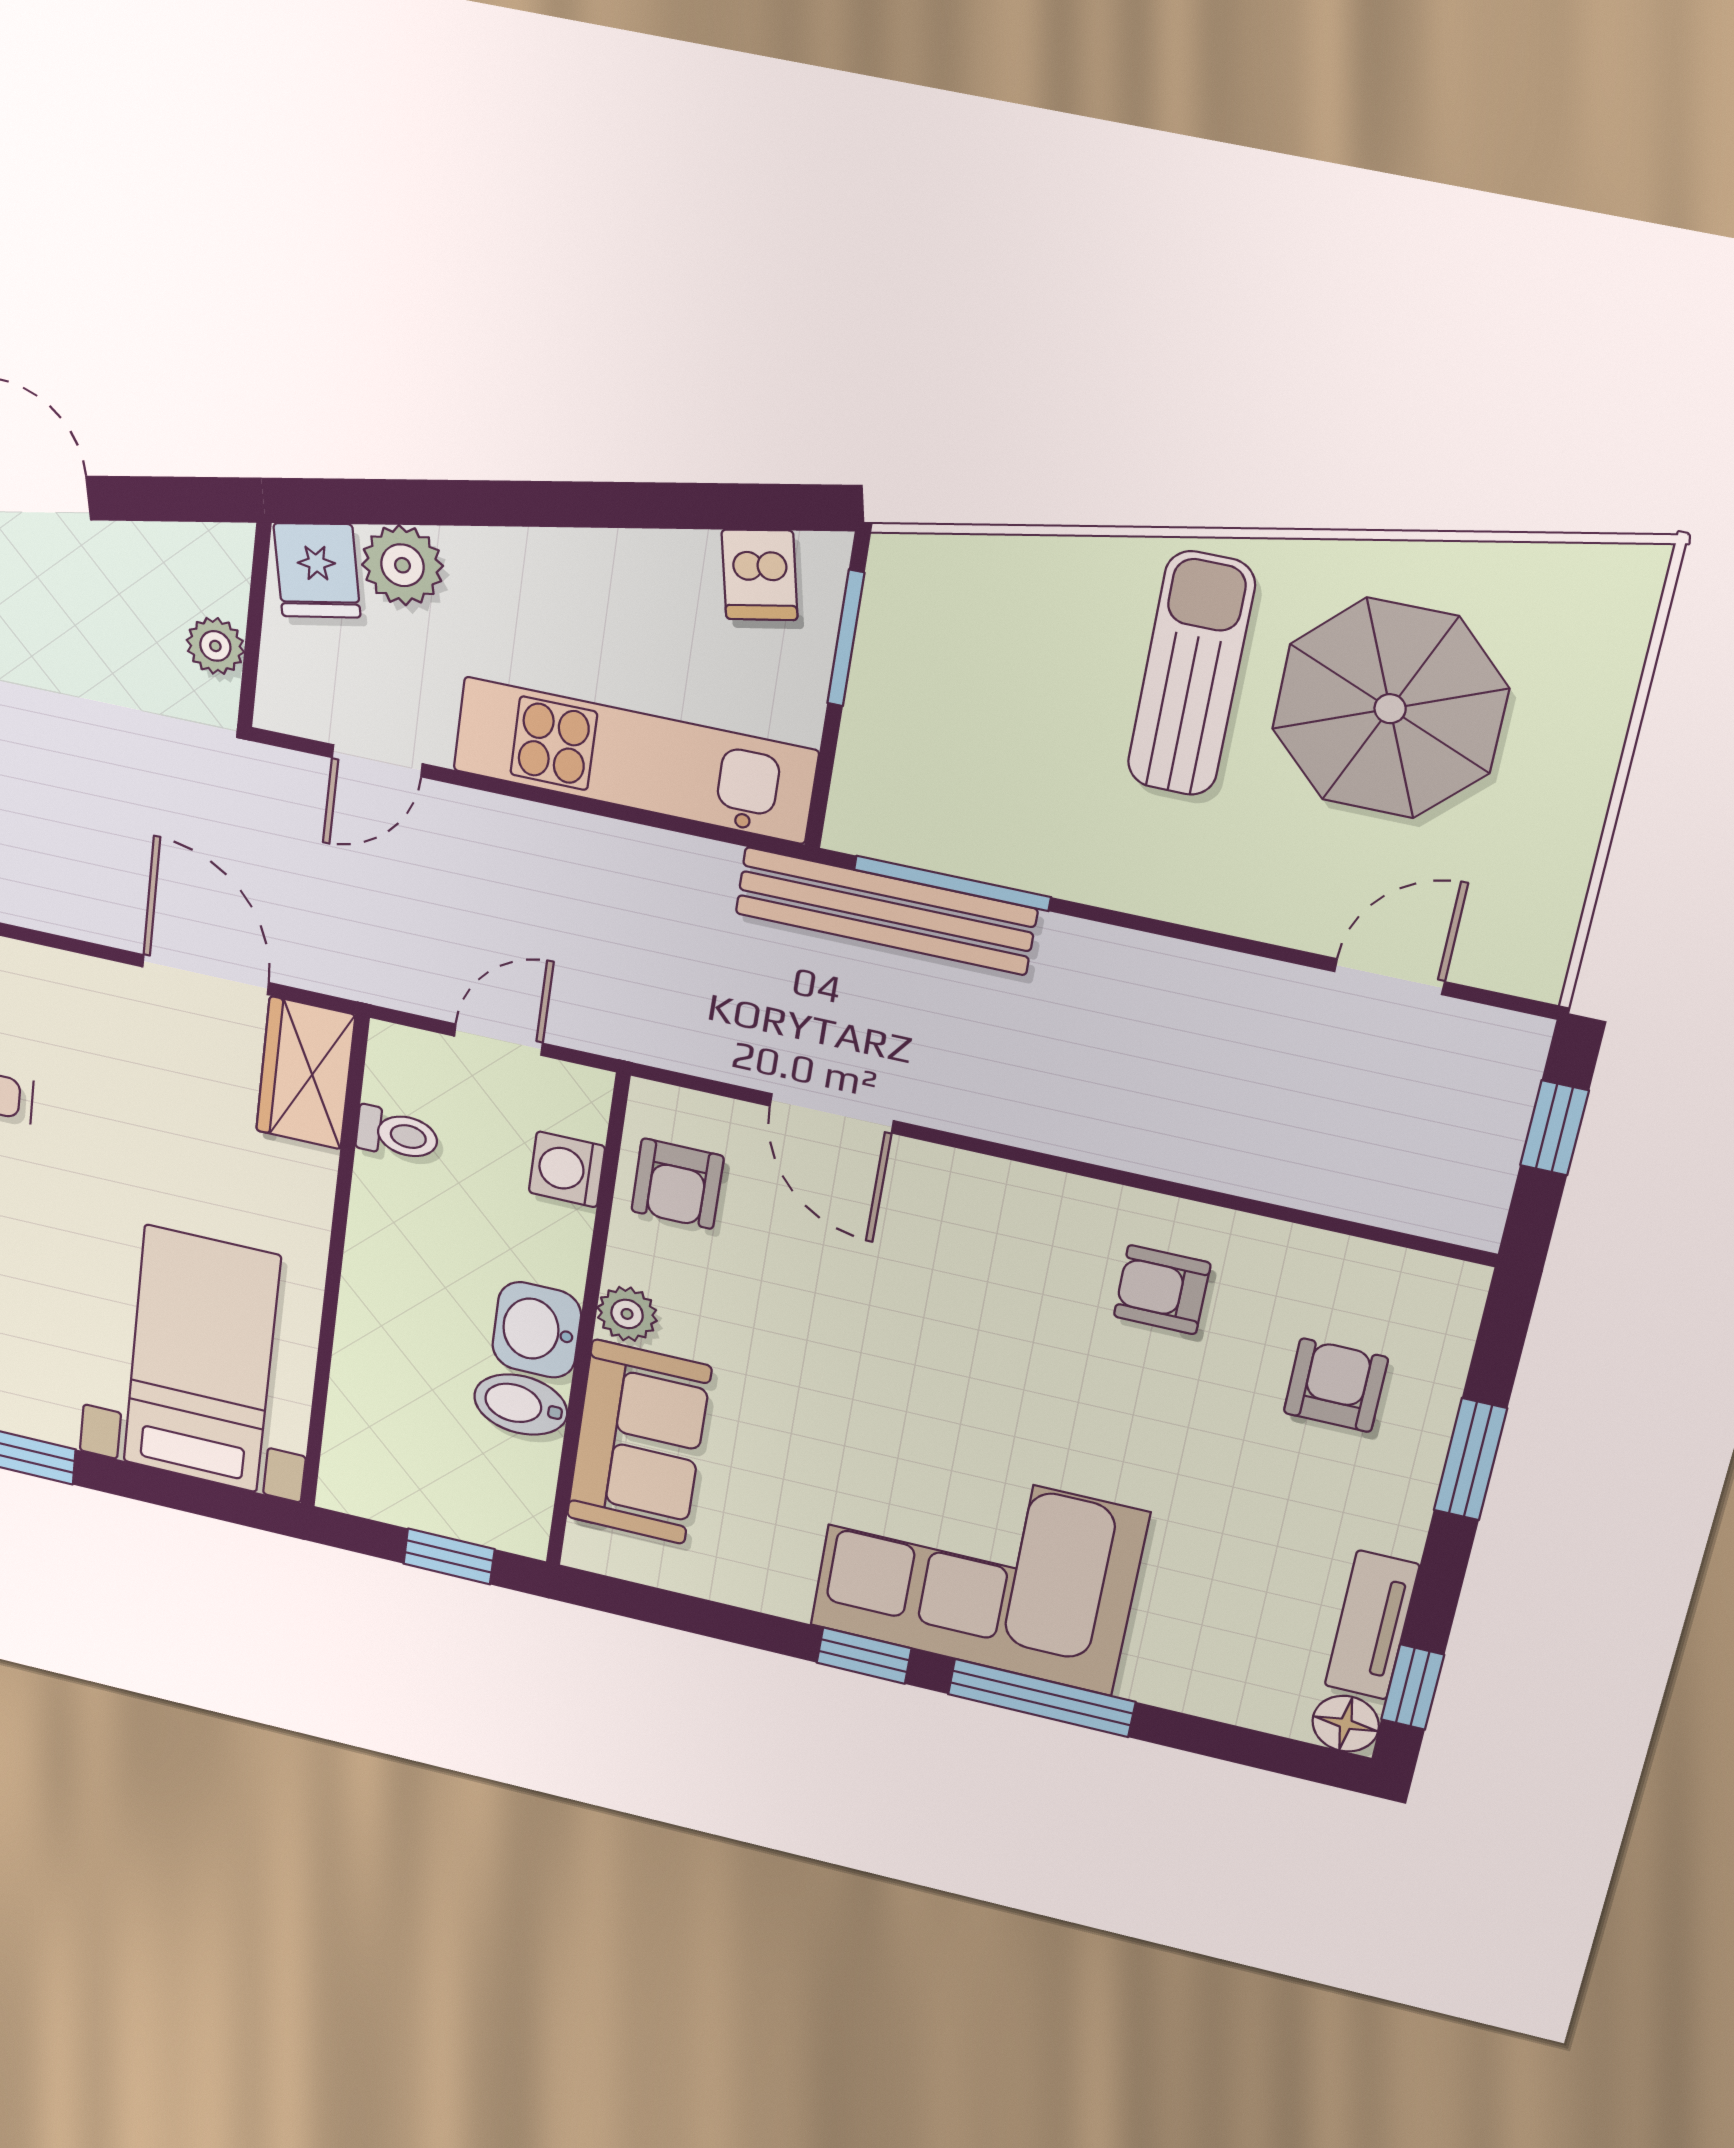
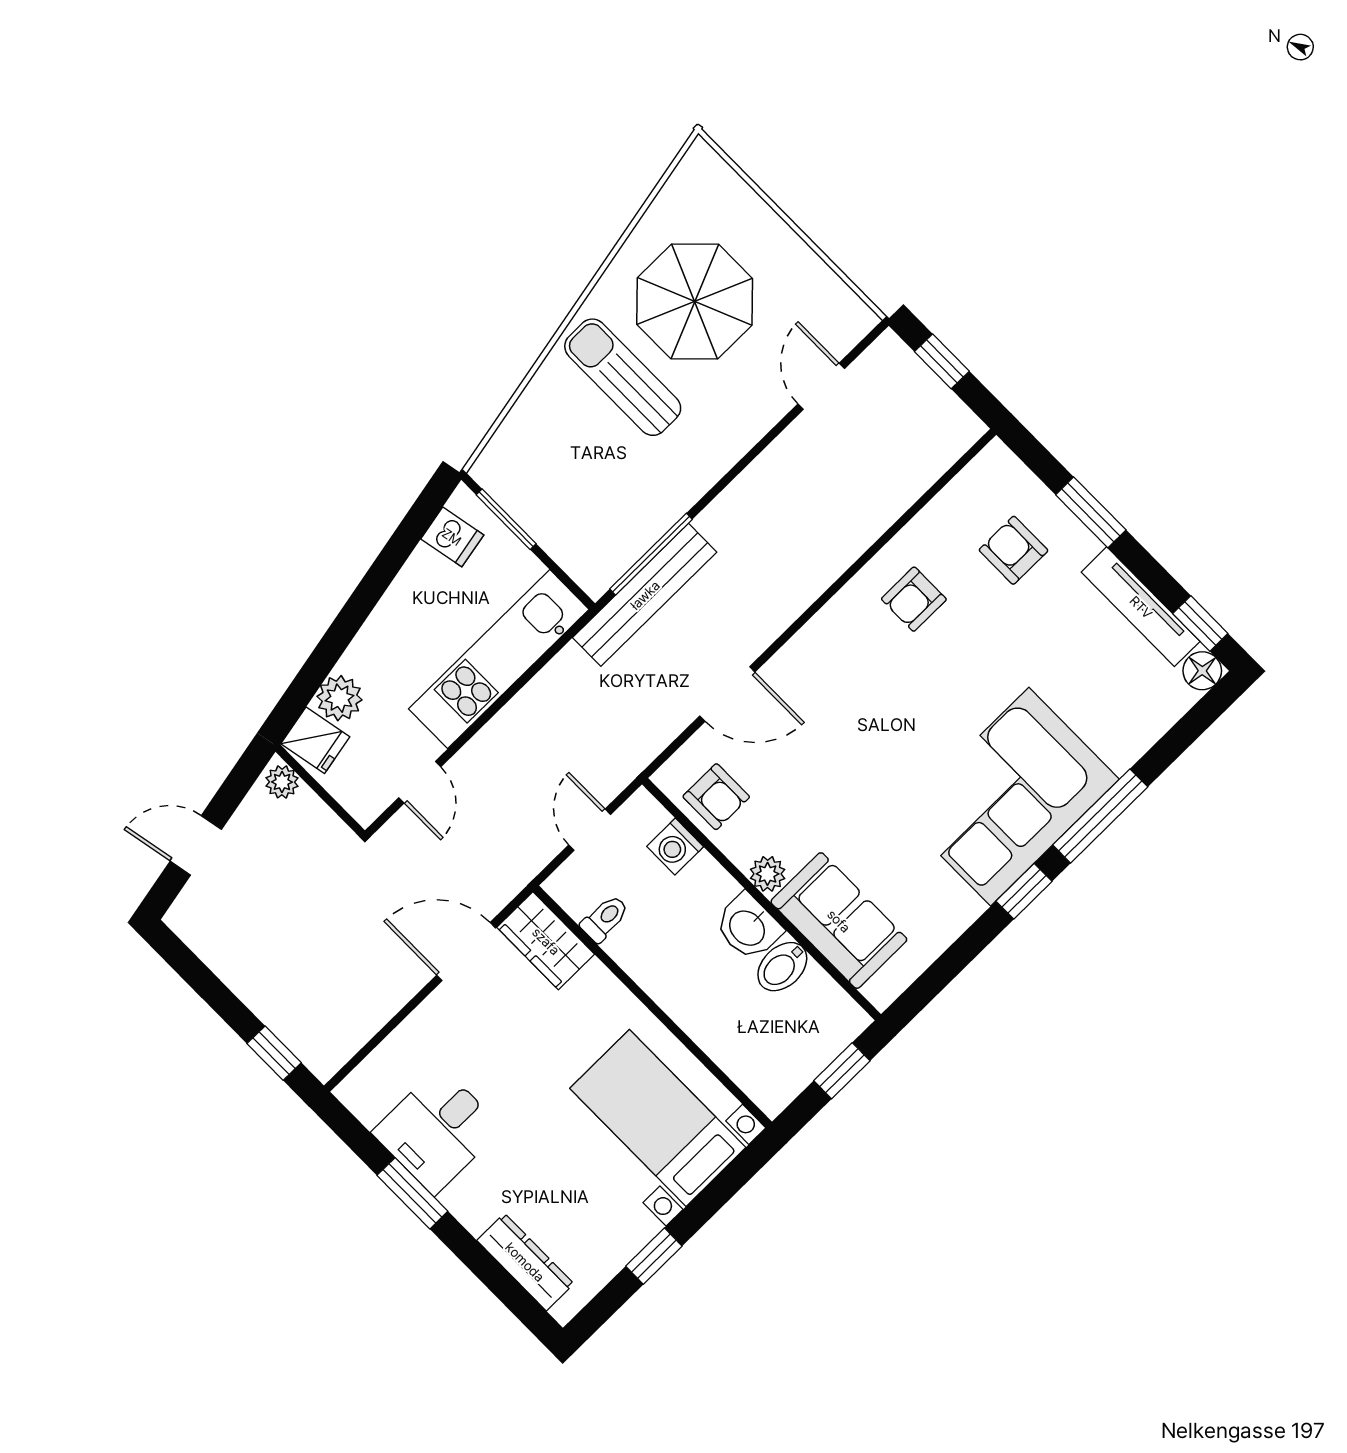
plant: (215, 646) -> (282, 782), moved
tv unit: (1372, 1625) -> (1141, 607), width x1.41

